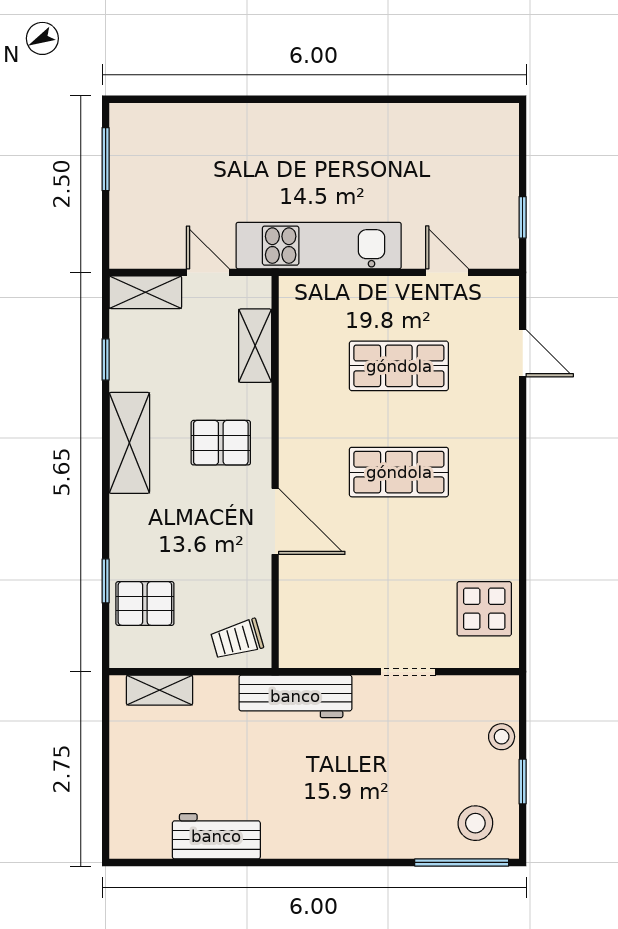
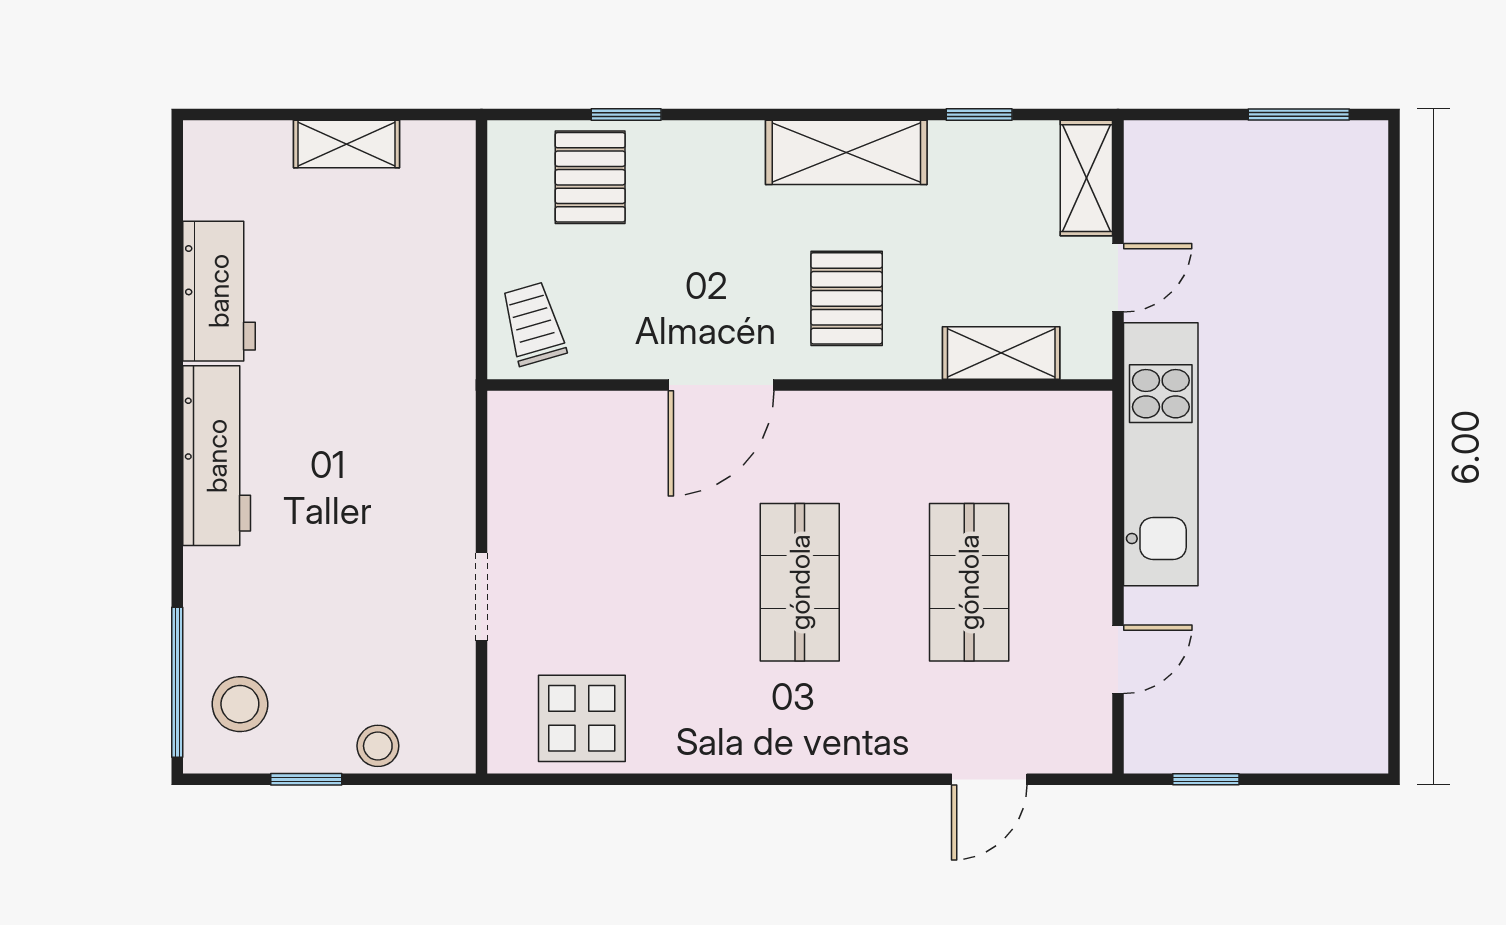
shelving: (160, 690) -> (347, 144), moved, turned 90
workbench: (295, 696) -> (217, 456), moved, turned 180

